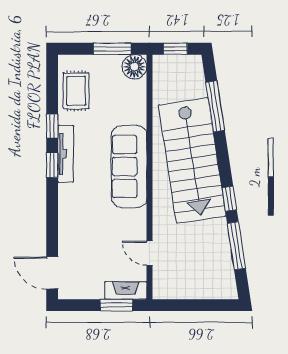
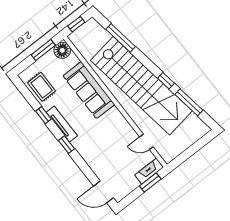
stairs: (192, 160) -> (141, 86), width x1.36
window: (52, 165) -> (66, 145), moved
sofa: (129, 166) -> (89, 90), moved

